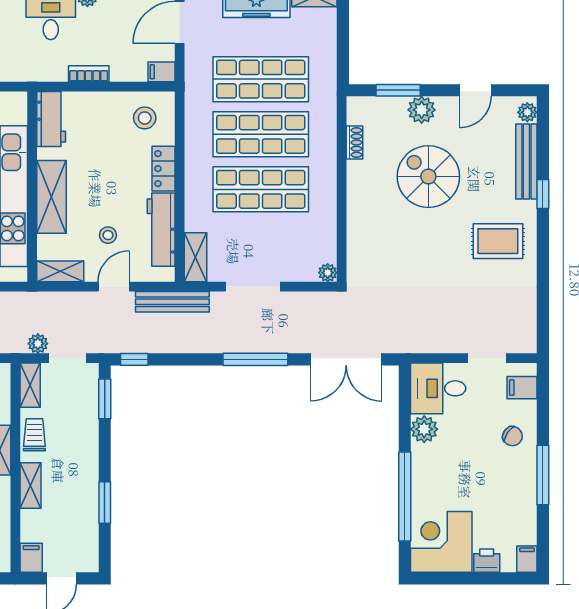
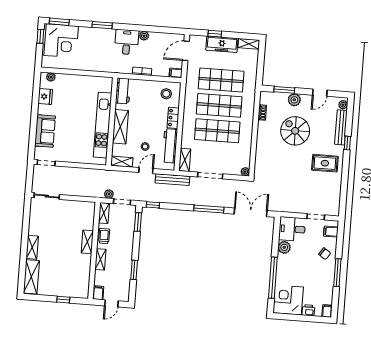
double door: (346, 359) -> (251, 212), swing flipped

